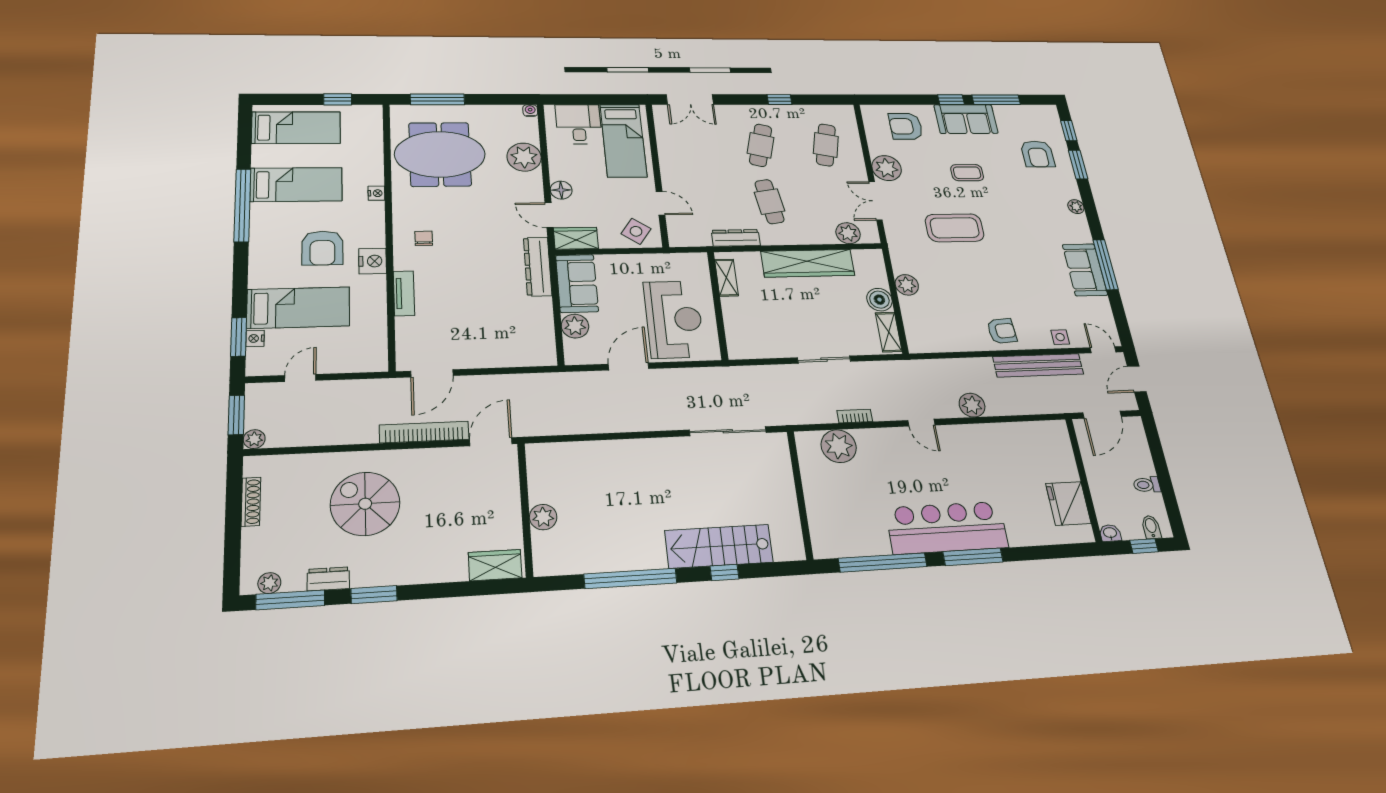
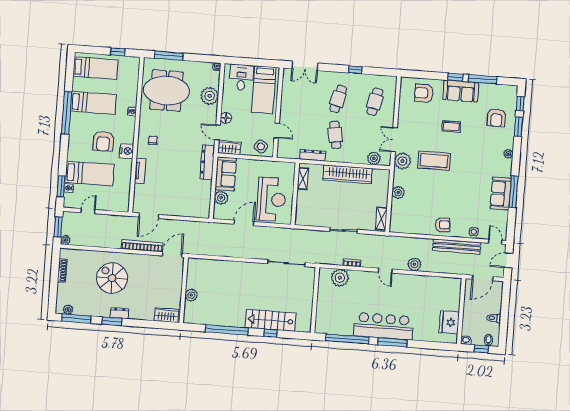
plant: (887, 168) -> (403, 161), moved
boiler: (879, 300) -> (381, 200), removed
dresser: (328, 579) -> (119, 313), moved

